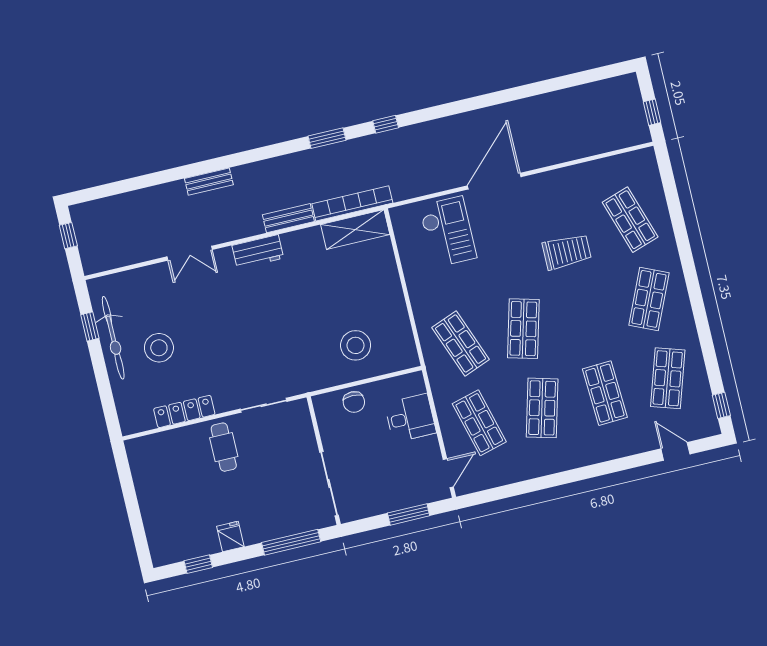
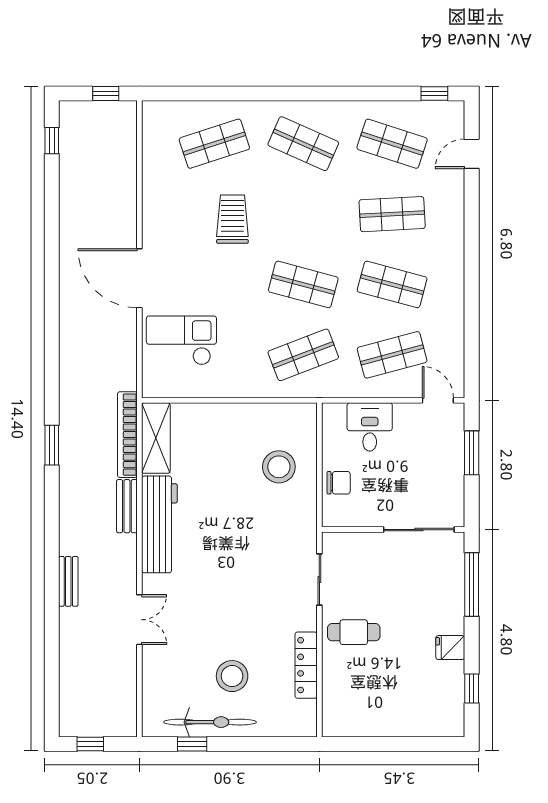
window: (386, 124) -> (52, 141), moved
workbench: (258, 252) -> (159, 524), width x1.87, depth x1.32

